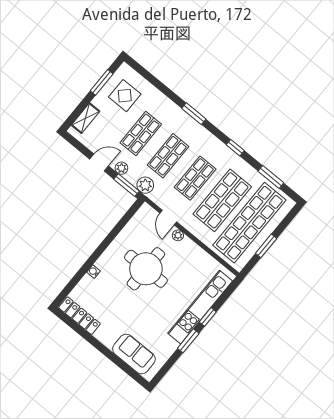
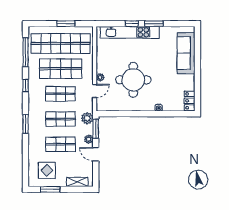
window: (271, 177) -> (25, 52), width x1.44
locker: (79, 316) -> (190, 101), width x0.66
sofa: (134, 354) -> (186, 53), width x1.36

